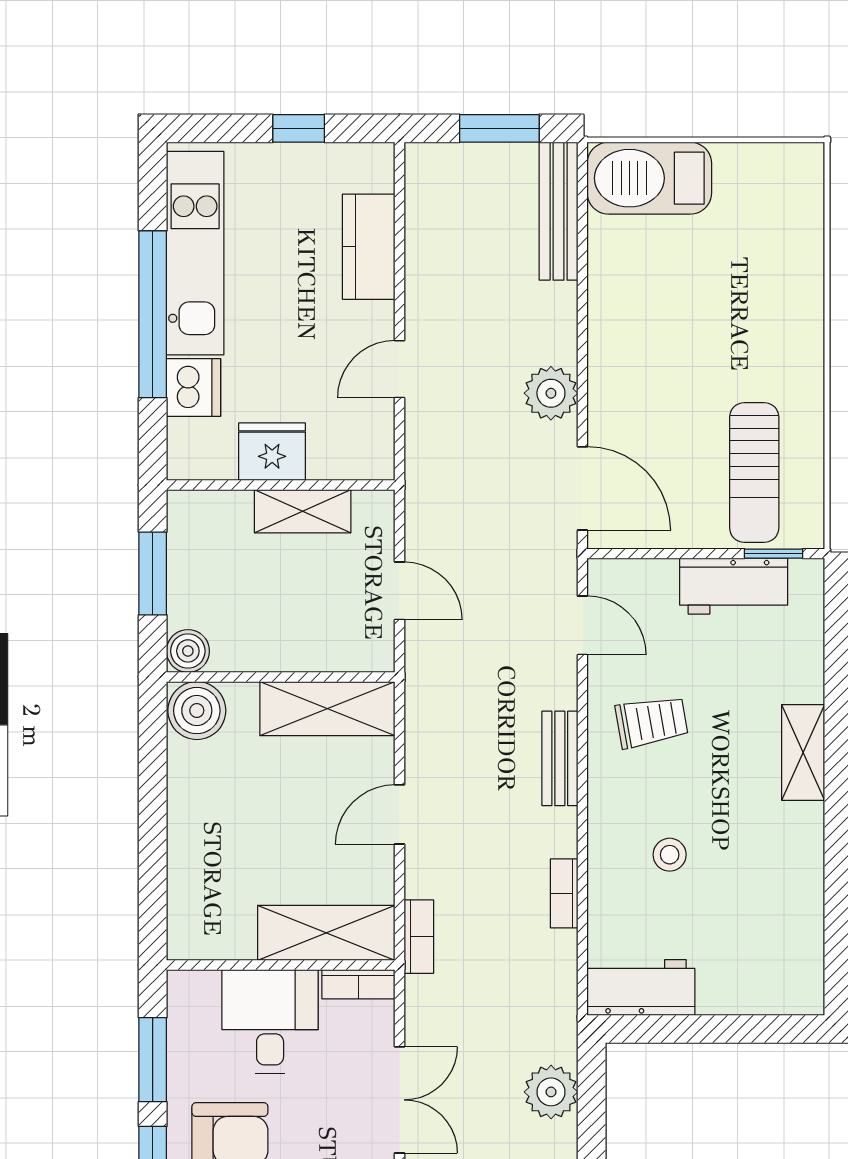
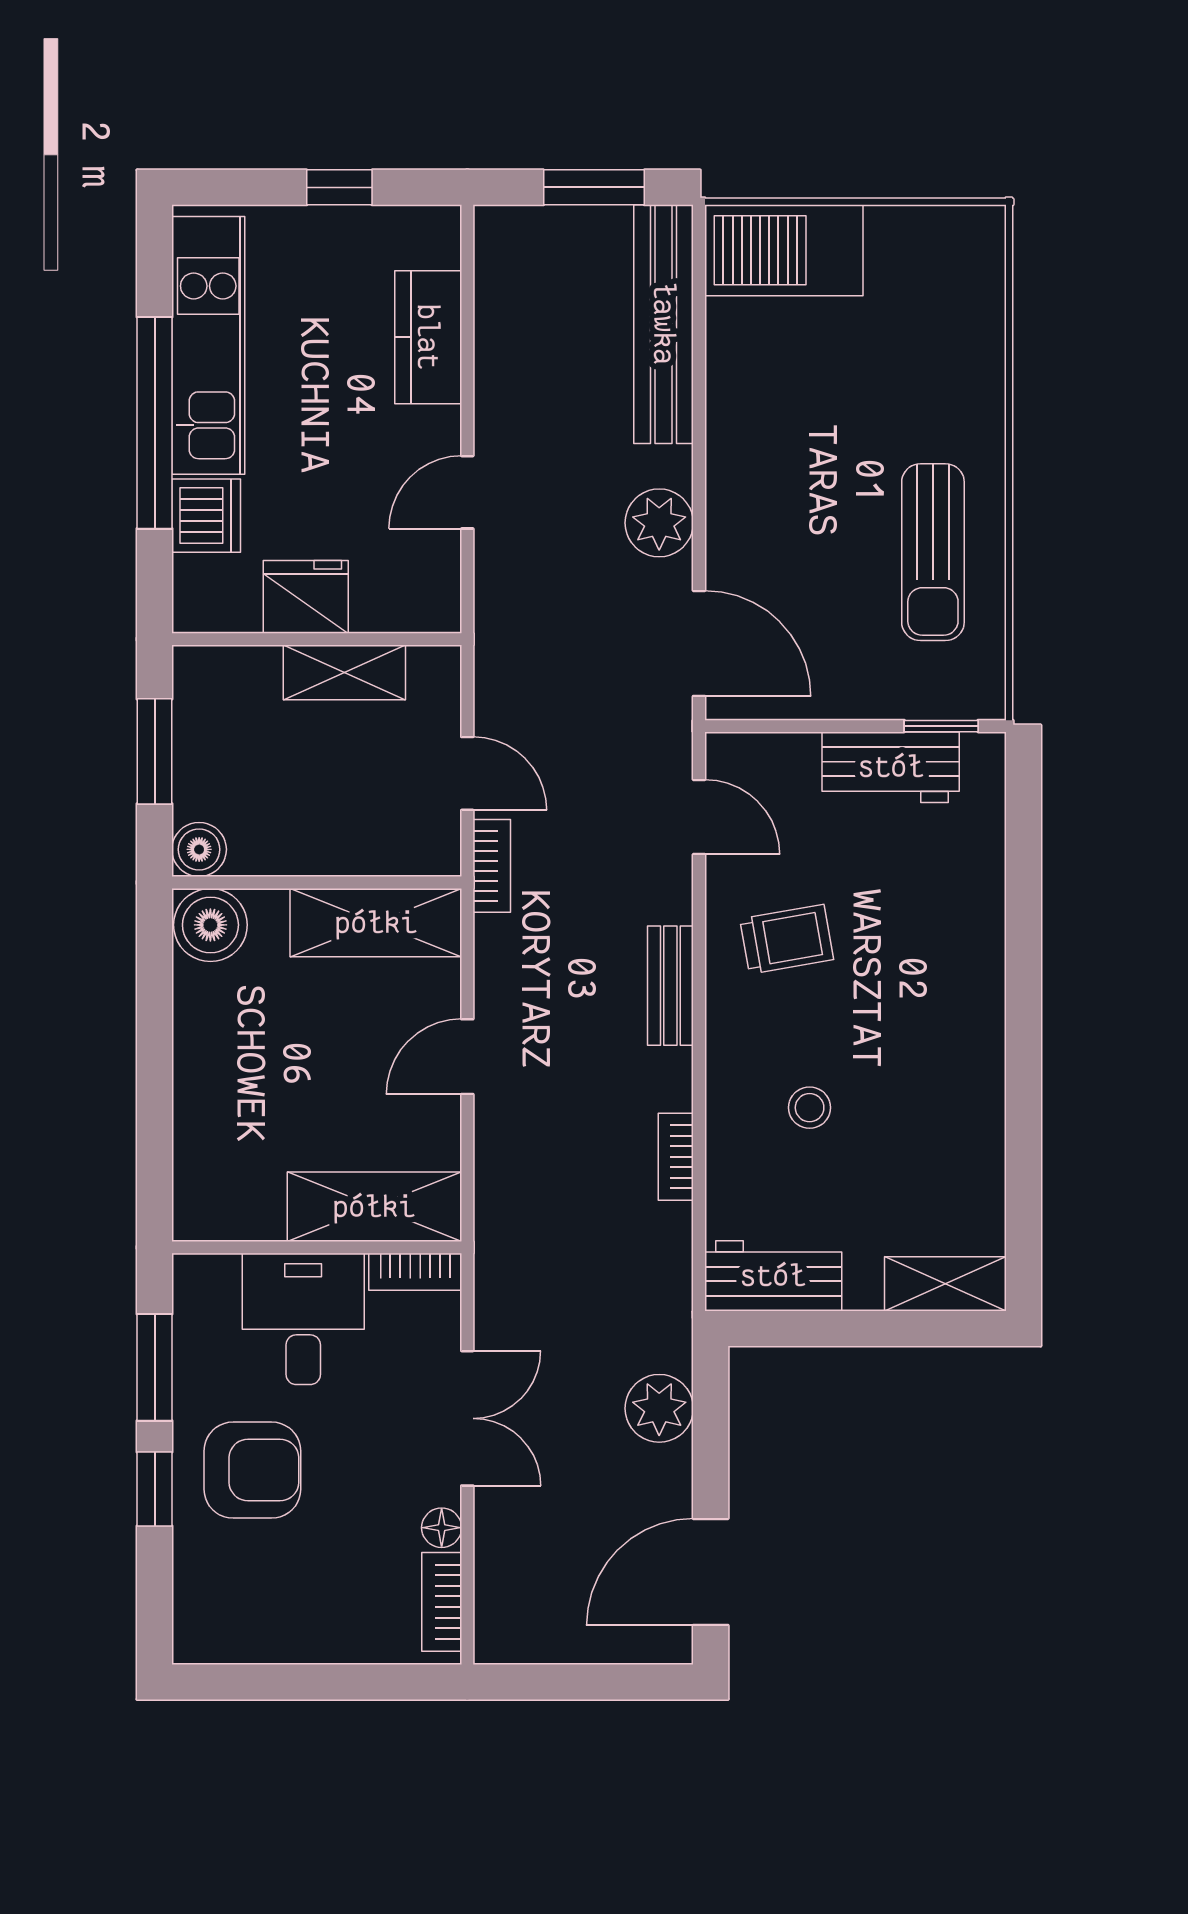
bench: (559, 211) -> (664, 324), width x1.37, depth x1.21
sun lounger: (754, 472) -> (933, 552), moved
shelving: (803, 752) -> (945, 1284), moved, turned 90
bookcase: (419, 937) -> (492, 866), moved

